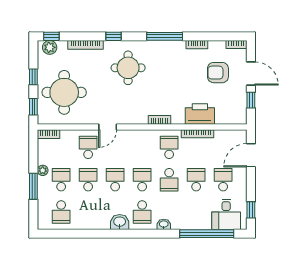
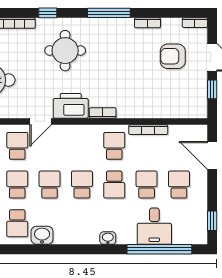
printer: (200, 114) -> (71, 106), moved
door: (251, 155) -> (212, 155), hinge flipped
school desk: (142, 212) -> (17, 223), moved
desk: (226, 214) -> (154, 226), moved
washbasin: (120, 222) -> (42, 235), moved

